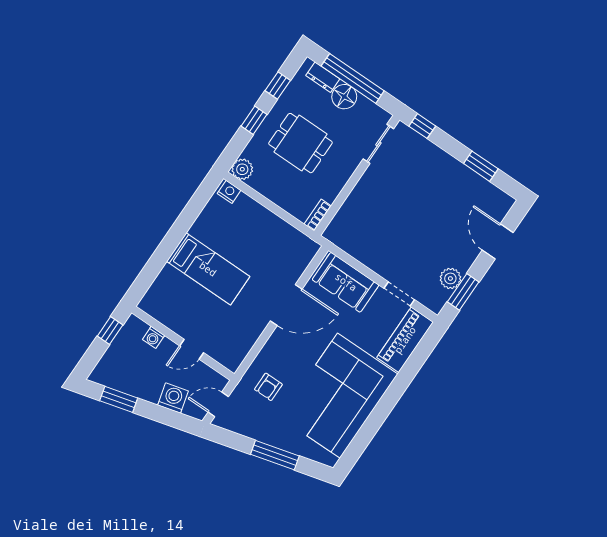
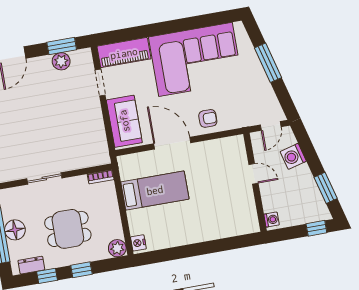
dresser: (323, 77) -> (31, 265), moved, turned -90
dining table: (300, 143) -> (68, 229), turned 90
sliding door: (378, 144) -> (44, 178), moved
bed: (208, 269) -> (155, 190), moved, turned 90
window: (110, 330) -> (316, 228), moved
washing machine: (153, 337) -> (272, 220), moved
armchair: (268, 387) -> (208, 118), moved
door: (218, 404) -> (271, 126), hinge flipped

